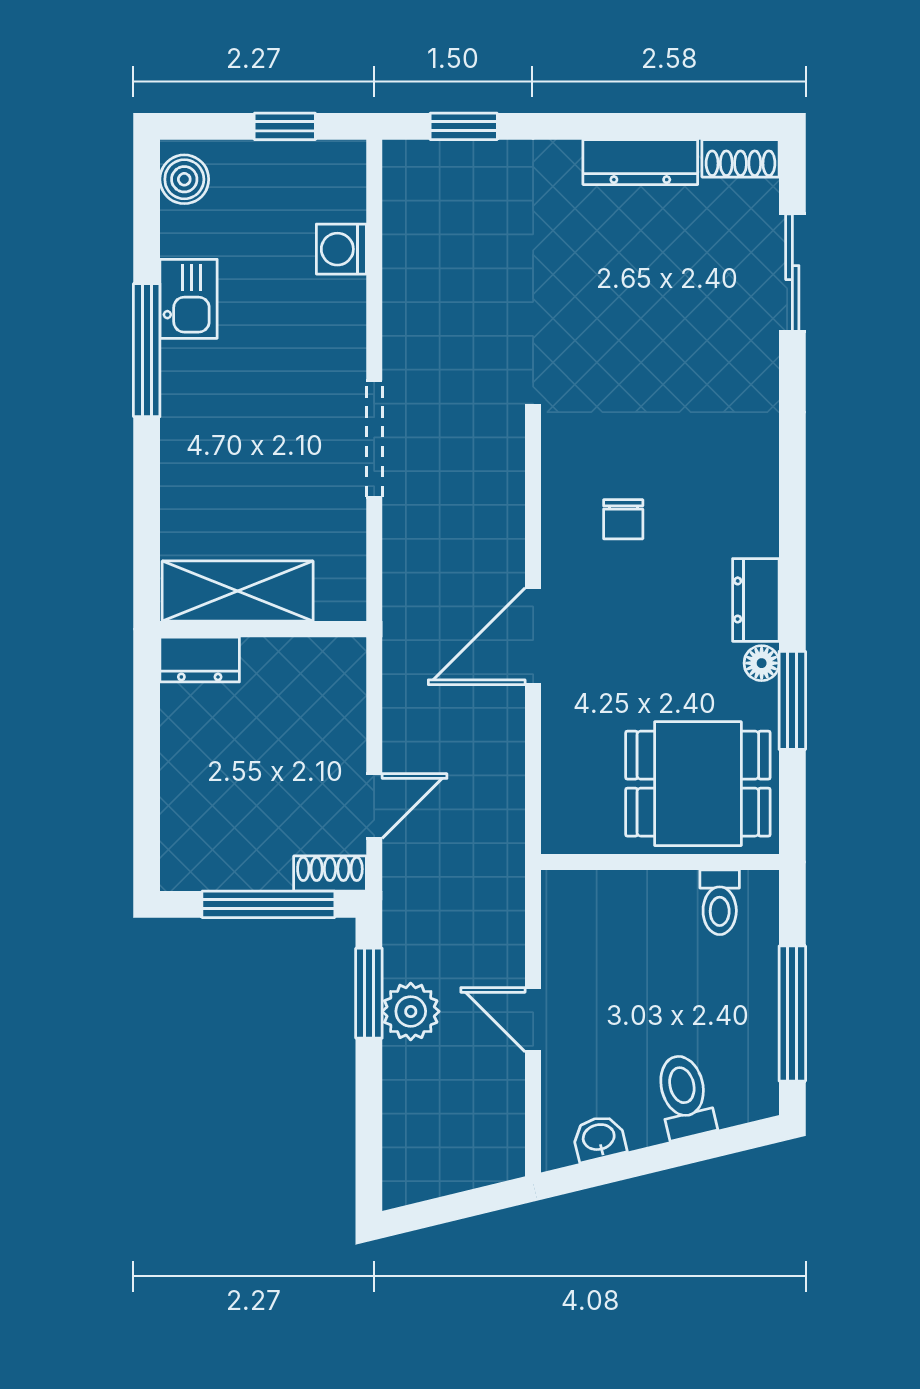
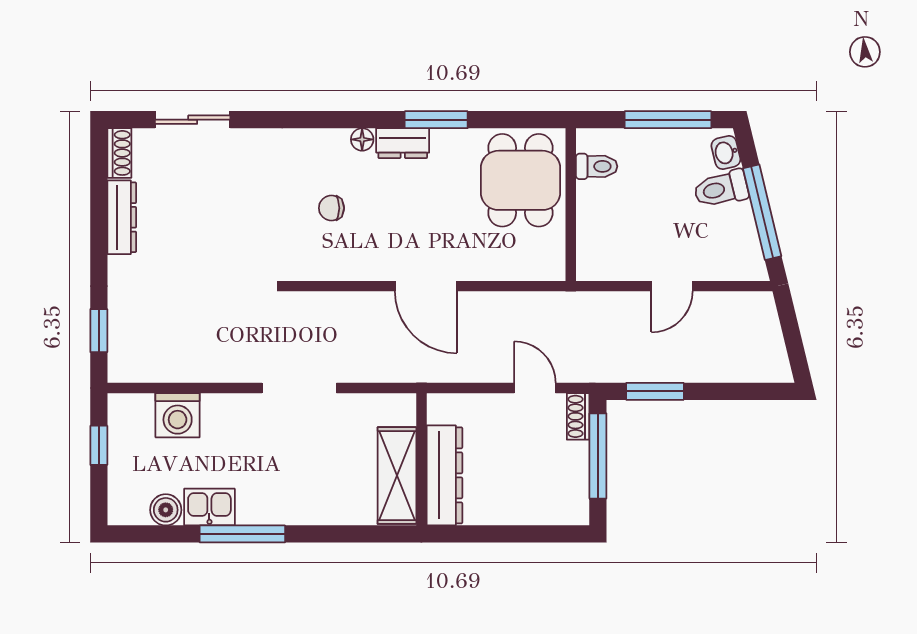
boiler: (184, 179) -> (166, 510), moved
washing machine: (341, 249) -> (178, 415), width x1.38, depth x1.38
chair: (623, 519) -> (331, 208), moved, turned 180
dresser: (200, 659) -> (444, 475), width x1.96, depth x1.24
floor lamp: (762, 663) -> (362, 139), moved
window: (792, 700) -> (436, 120), moved
plant: (411, 1011) -> (667, 365), removed
washbasin: (599, 1138) -> (726, 152), moved
window: (648, 1160) -> (762, 212), added

